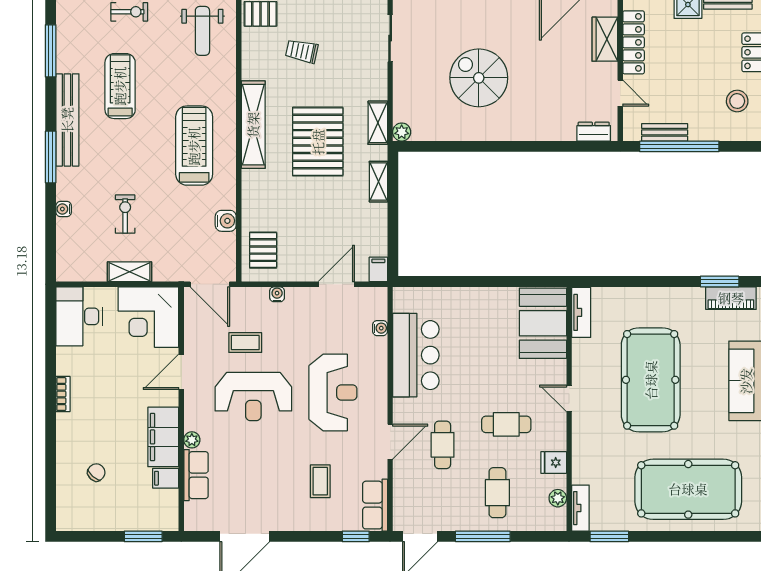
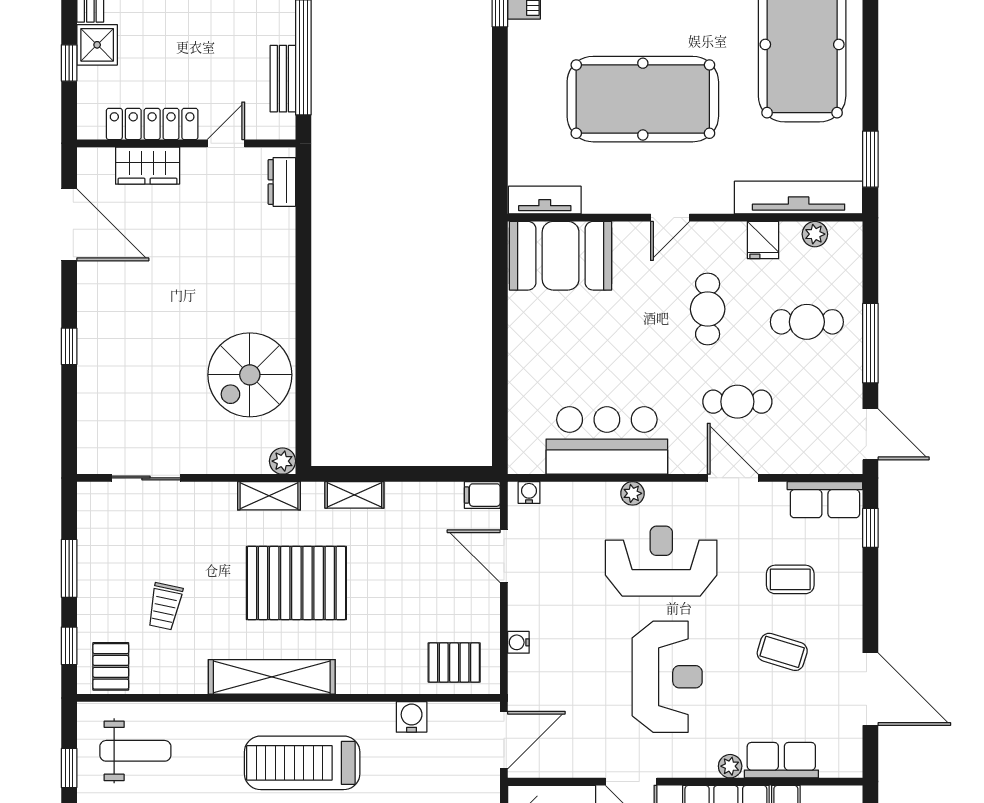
spiral stairs: (479, 78) -> (250, 375), moved
water cooler: (380, 328) -> (529, 493), moved
coffee table: (245, 343) -> (782, 652), moved, turned -73
plant: (379, 373) -> (632, 493), added
tv unit: (580, 508) -> (799, 198), width x1.92, depth x1.29

